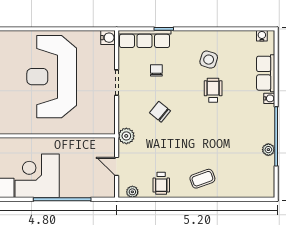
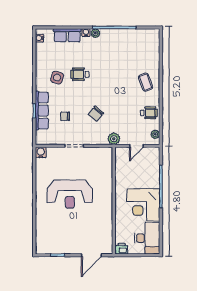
row of seats: (144, 39) -> (42, 111), moved
reception desk: (52, 77) -> (70, 194), width x0.74, depth x0.77
plant: (268, 150) -> (95, 33), moved

